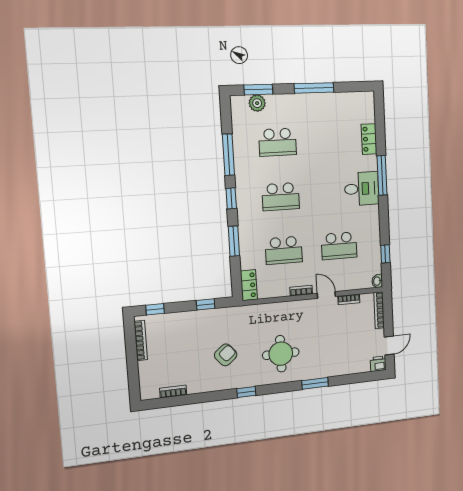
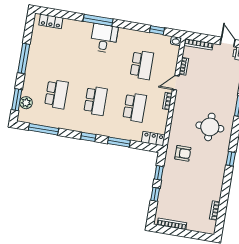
locker: (369, 139) -> (51, 21), moved
window: (228, 155) -> (44, 129), moved
window: (155, 309) -> (155, 194), moved
armchair: (226, 355) -> (183, 153), moved, turned 130

